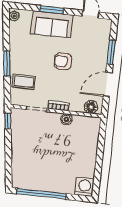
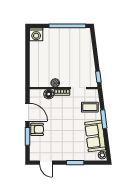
sofa: (52, 24) -> (95, 136), moved, turned -97
armchair: (63, 61) -> (37, 129), moved
door: (108, 84) -> (28, 112), hinge flipped
floor lamp: (91, 107) -> (49, 94), moved

